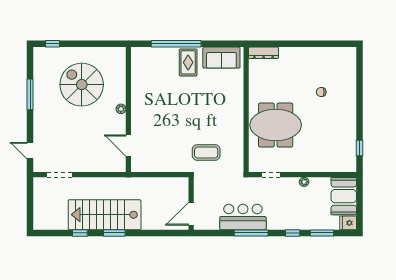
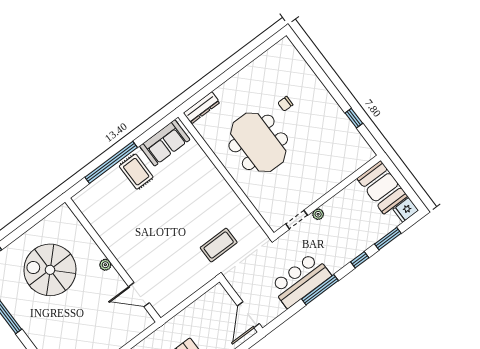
meeting table: (276, 125) -> (258, 142), moved, turned 90
window: (360, 148) -> (354, 118), moved
plant: (304, 182) -> (318, 214), moved

